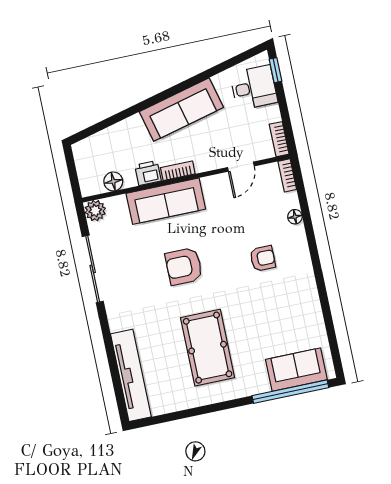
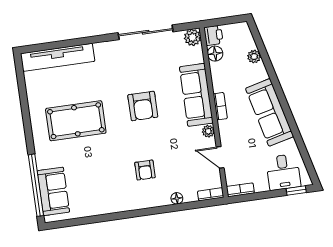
plant: (114, 133) -> (254, 57), added
printer: (148, 173) -> (213, 35), moved
plant: (210, 183) -> (208, 131), added
armchair: (184, 266) -> (143, 106), turned 180

